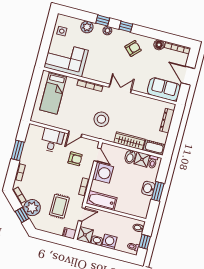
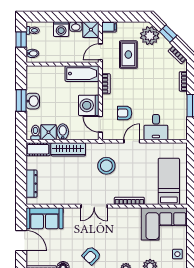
plant: (32, 208) -> (150, 36), moved

